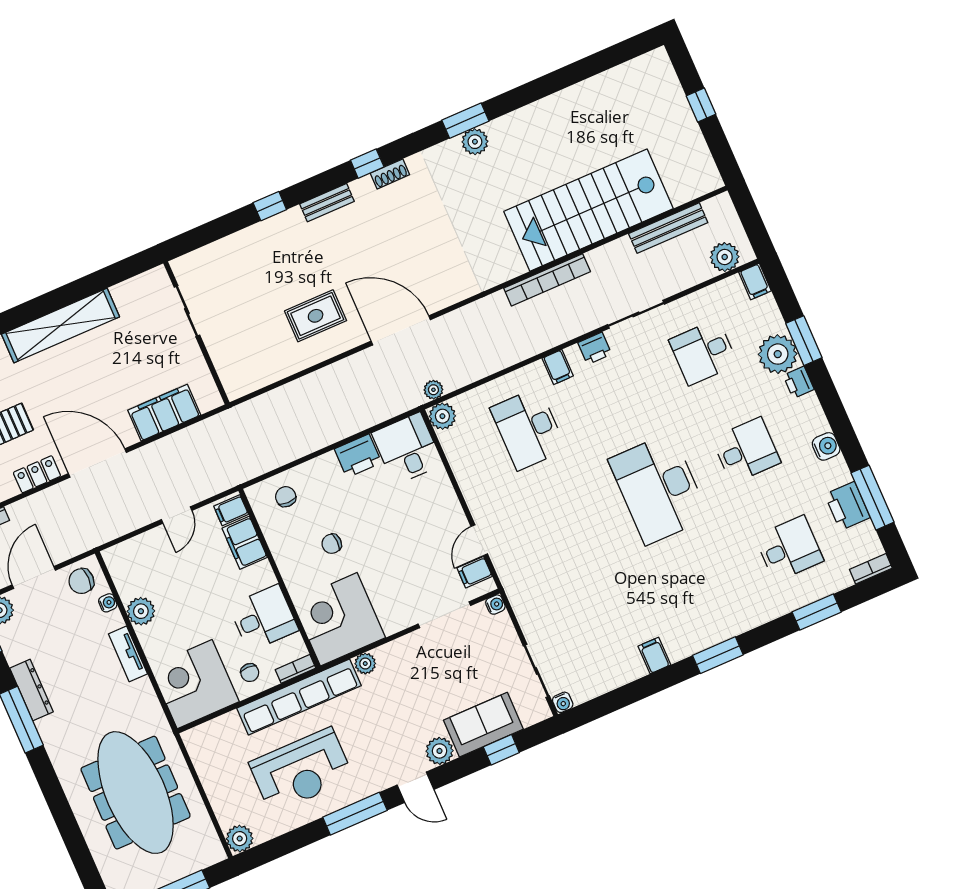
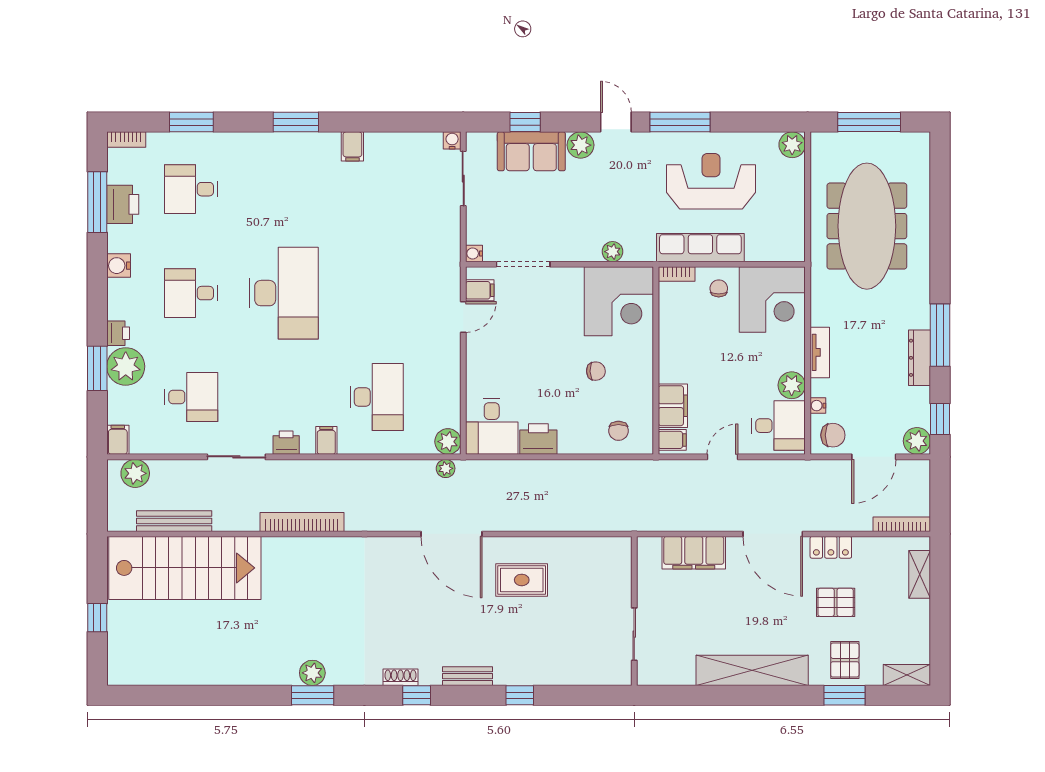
stairs: (589, 210) -> (185, 568), moved
desk: (264, 618) -> (778, 426), moved, turned 180
row of seats: (299, 697) -> (700, 248), width x0.73

